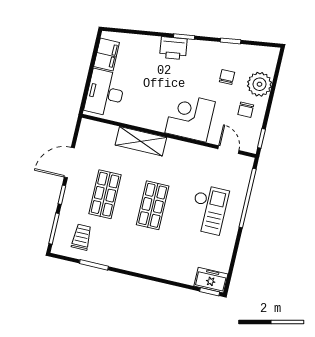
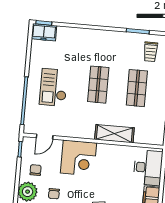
door: (228, 150) -> (45, 137), hinge flipped

